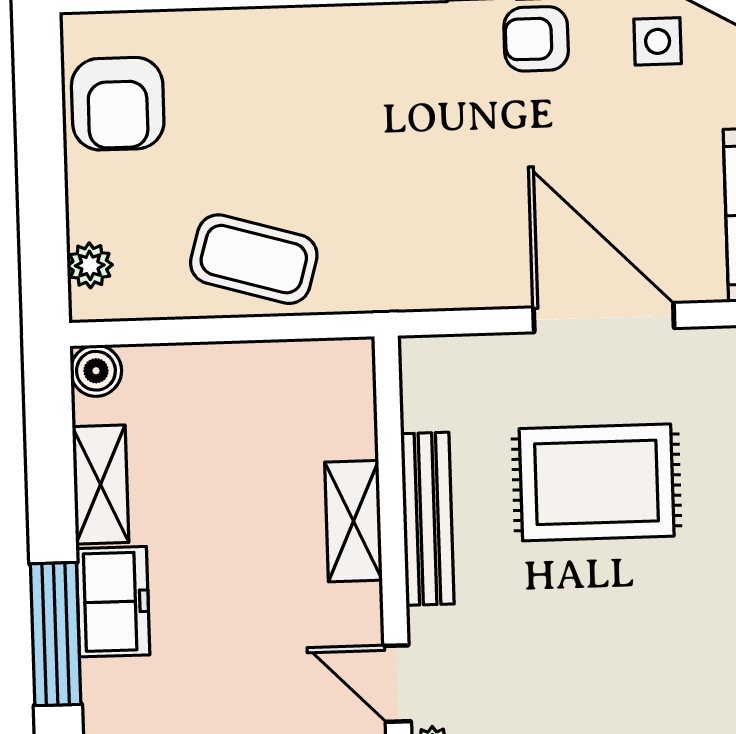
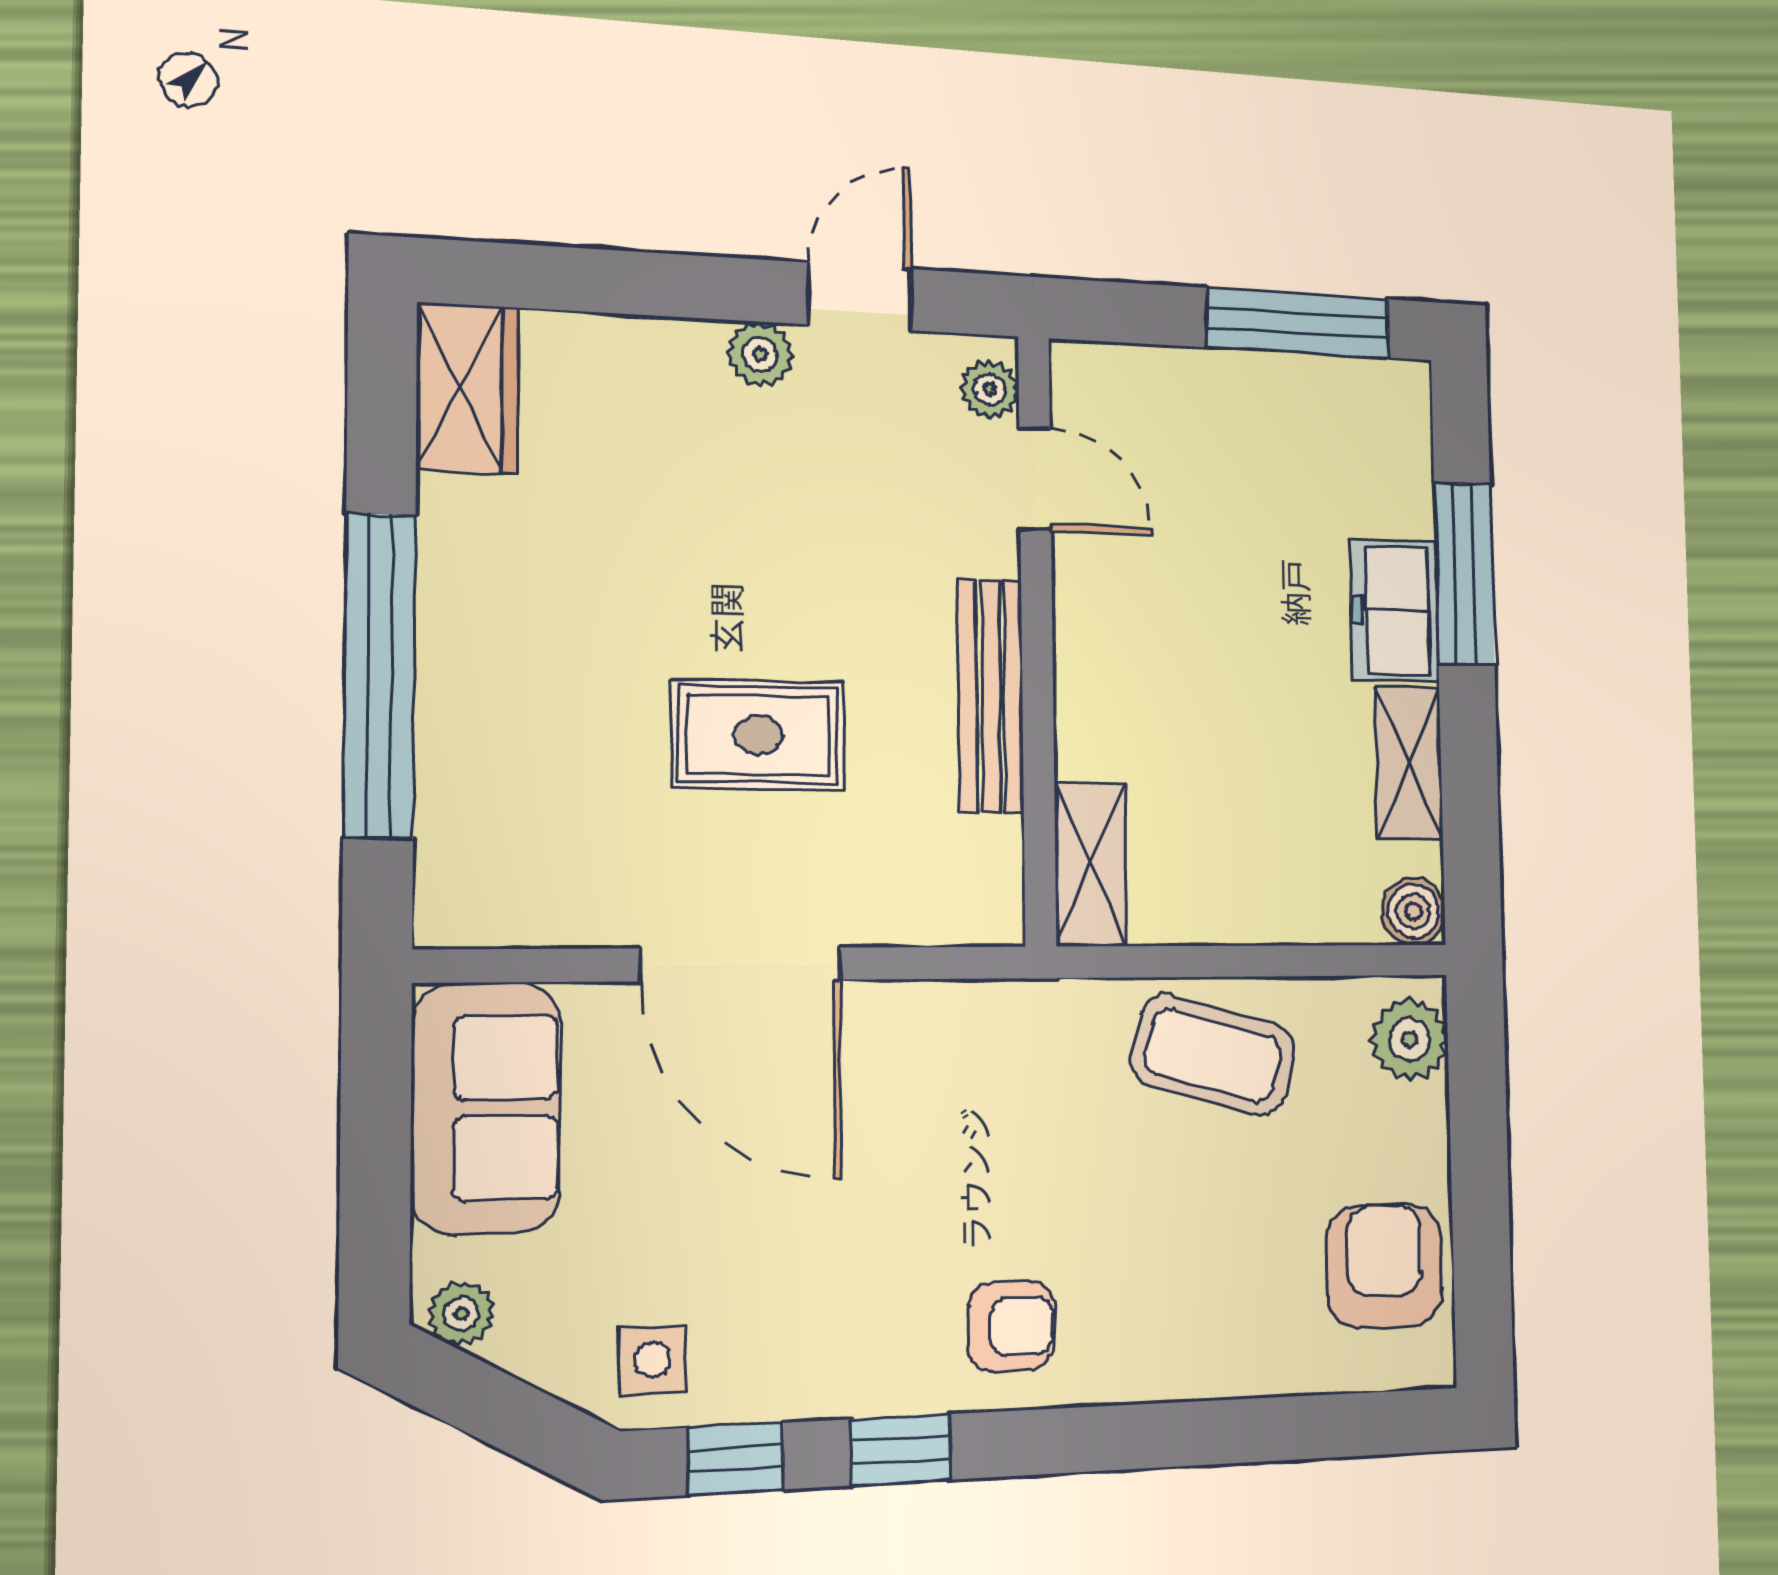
armchair: (536, 39) -> (1011, 1326), moved
plant: (90, 265) -> (1410, 1039), width x1.38, depth x1.38
rug: (597, 482) -> (758, 735), width x0.73, depth x0.70
shelving: (353, 521) -> (1091, 864), moved

